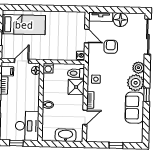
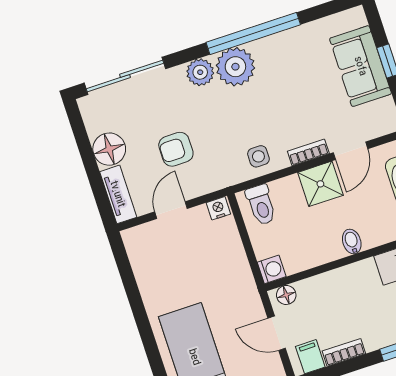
shower: (76, 87) -> (320, 184), moved
window: (146, 95) -> (253, 33), width x3.17
sofa: (134, 108) -> (361, 66), moved, turned 90
door: (85, 117) -> (351, 151), swing flipped

